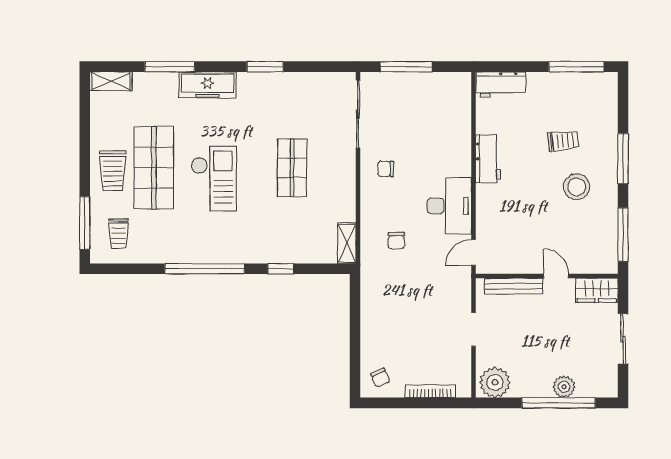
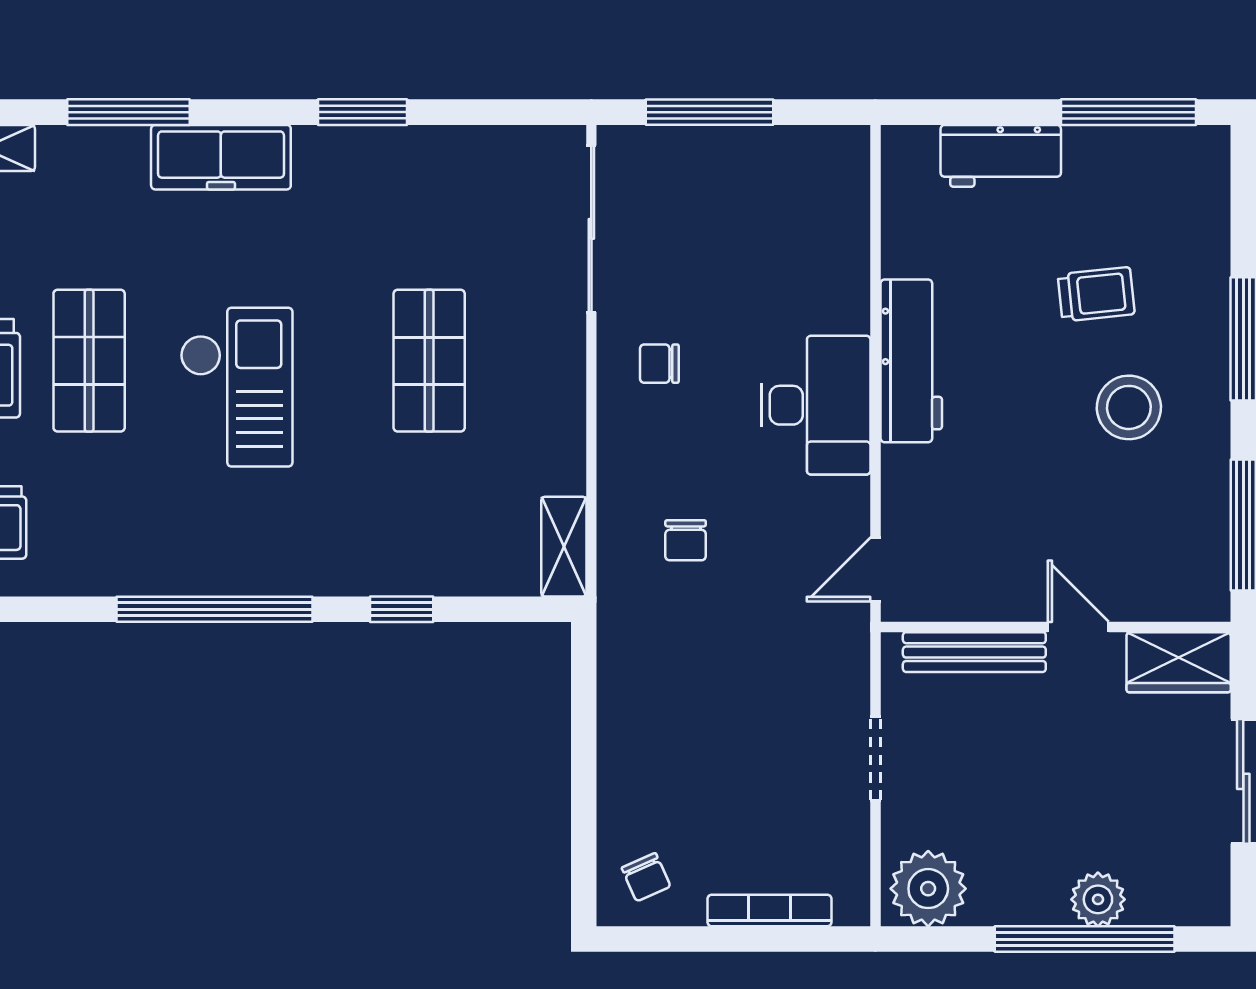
workbench: (501, 84) -> (1001, 156), moved
workbench: (488, 159) -> (911, 361), width x1.38
shop shelf: (154, 168) -> (89, 361), width x0.70, depth x0.74
desk: (449, 206) -> (816, 405), moved

